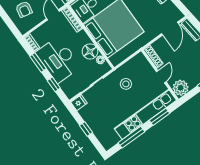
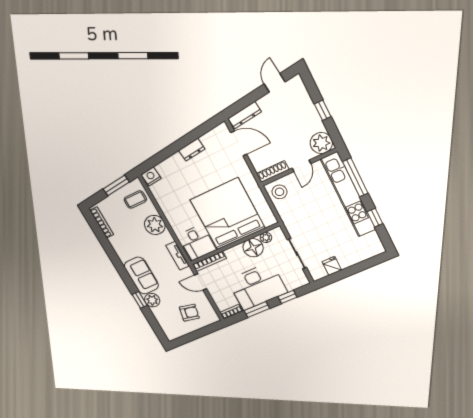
door: (161, 77) -> (301, 166), swing flipped
stool: (126, 84) -> (280, 192), moved
fridge: (79, 103) -> (332, 266), moved
window: (159, 117) -> (355, 177), width x1.44
window: (86, 129) -> (352, 270), removed
window: (131, 137) -> (375, 218), width x0.46

